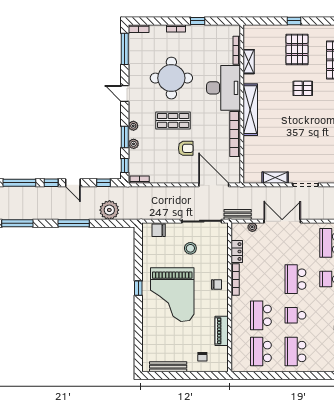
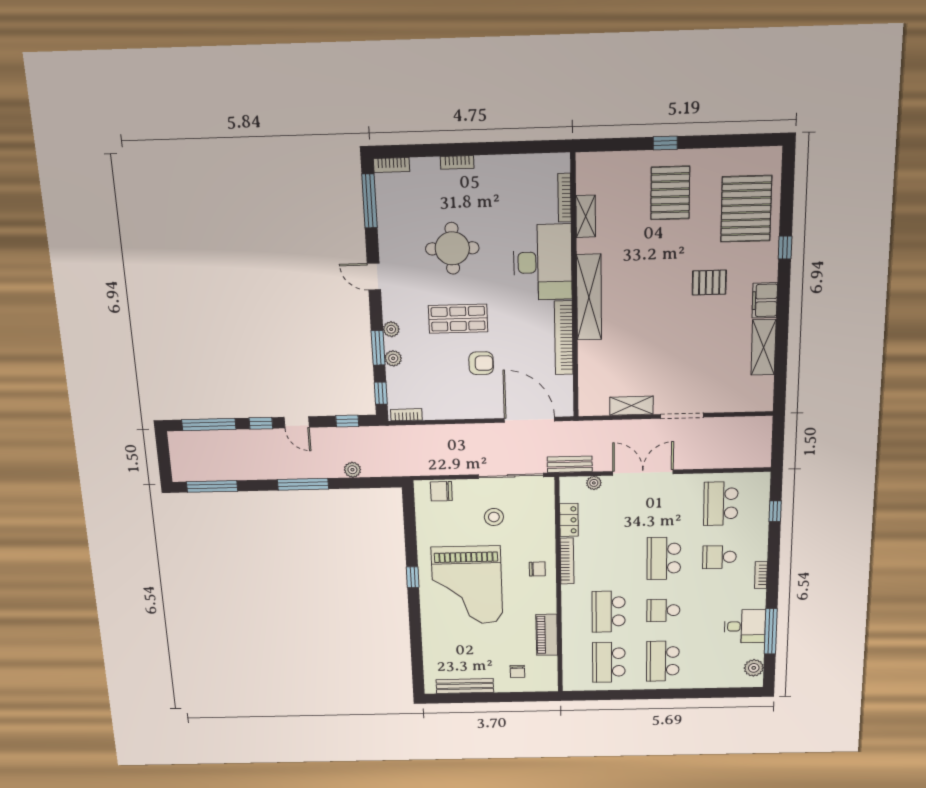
window: (198, 21) -> (495, 148), removed
round table: (171, 78) -> (452, 248), width x0.73, depth x0.73
pallet: (303, 88) -> (709, 283), moved
plant: (109, 210) -> (352, 470), width x0.53, depth x0.53

